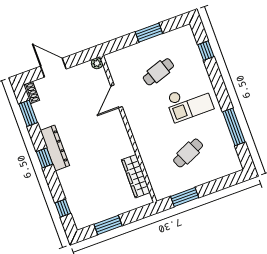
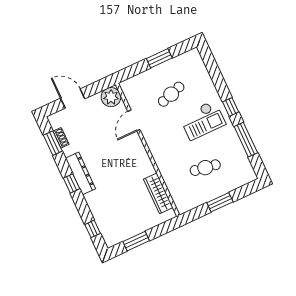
window: (206, 51) -> (231, 107), moved
plant: (97, 63) -> (111, 97), width x1.87, depth x1.87
shoe rack: (32, 93) -> (61, 138), moved
cafe table: (188, 153) -> (205, 168), turned 33
window: (185, 197) -> (220, 202), moved

